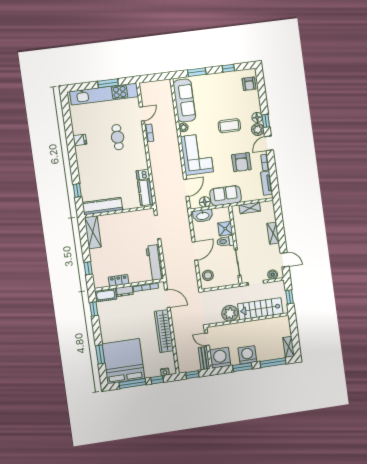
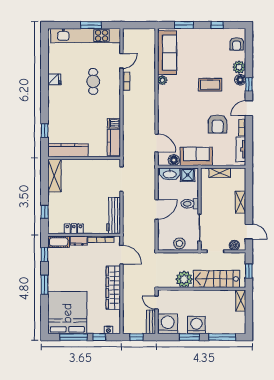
plant: (258, 130) -> (239, 67), moved
corner sofa: (197, 154) -> (172, 110), removed
door: (186, 188) -> (157, 143), hinge flipped
shower: (225, 229) -> (188, 175), moved
stool: (208, 275) -> (179, 243), moved
shelving: (289, 347) -> (241, 301), moved
window: (100, 354) -> (45, 285), moved

